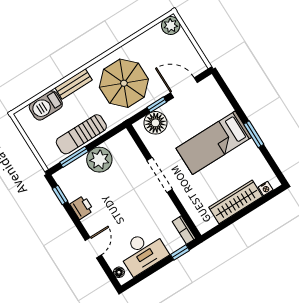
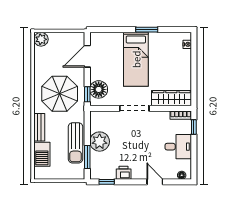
window: (157, 105) -> (87, 94), moved
wardrobe: (236, 202) -> (171, 98), moved, turned 90
desk: (143, 252) -> (178, 147), width x0.73

